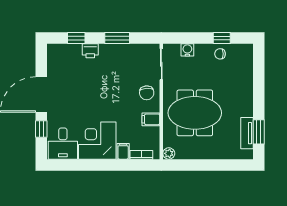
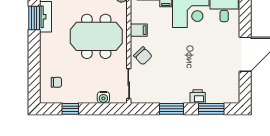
window: (76, 38) -> (211, 109), width x1.50
chair: (220, 54) -> (56, 82), moved
chair: (147, 93) -> (143, 56), turned 140
window: (41, 129) -> (245, 21), removed

